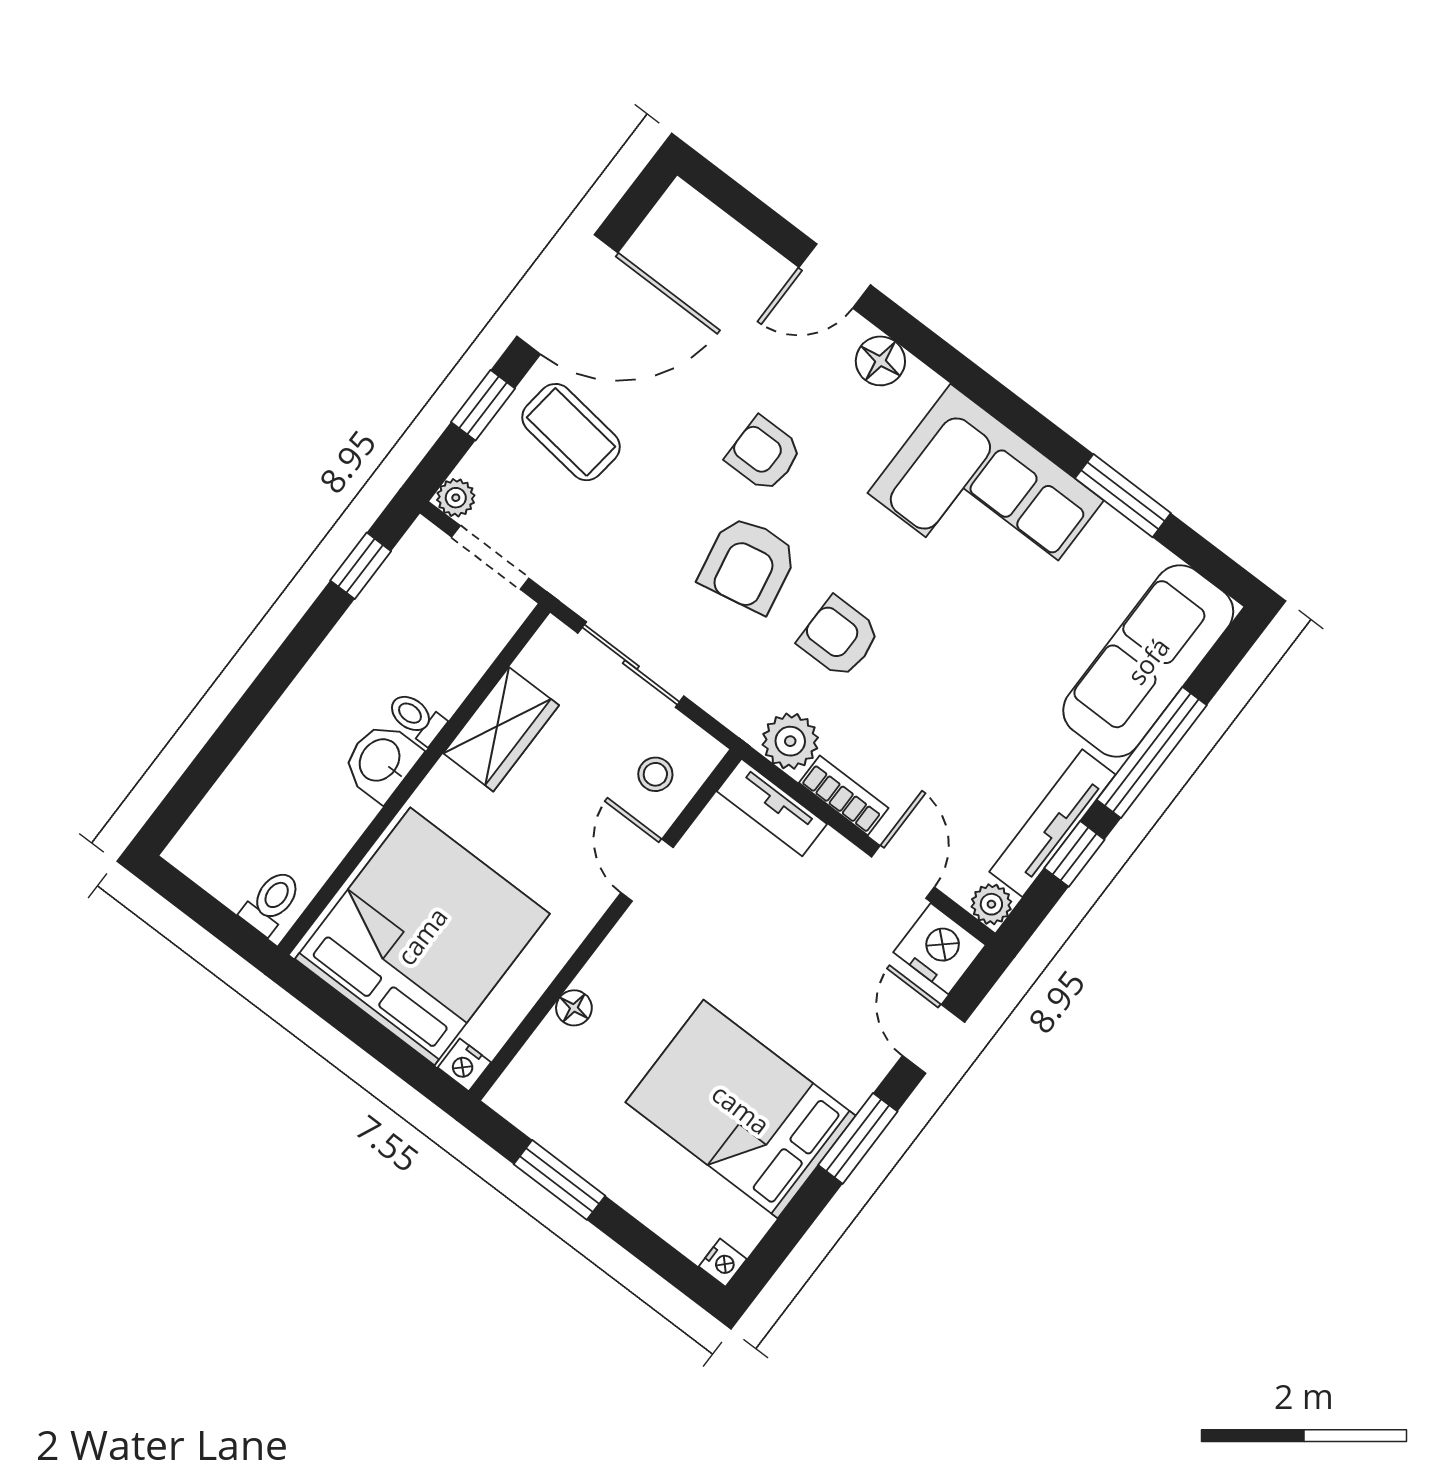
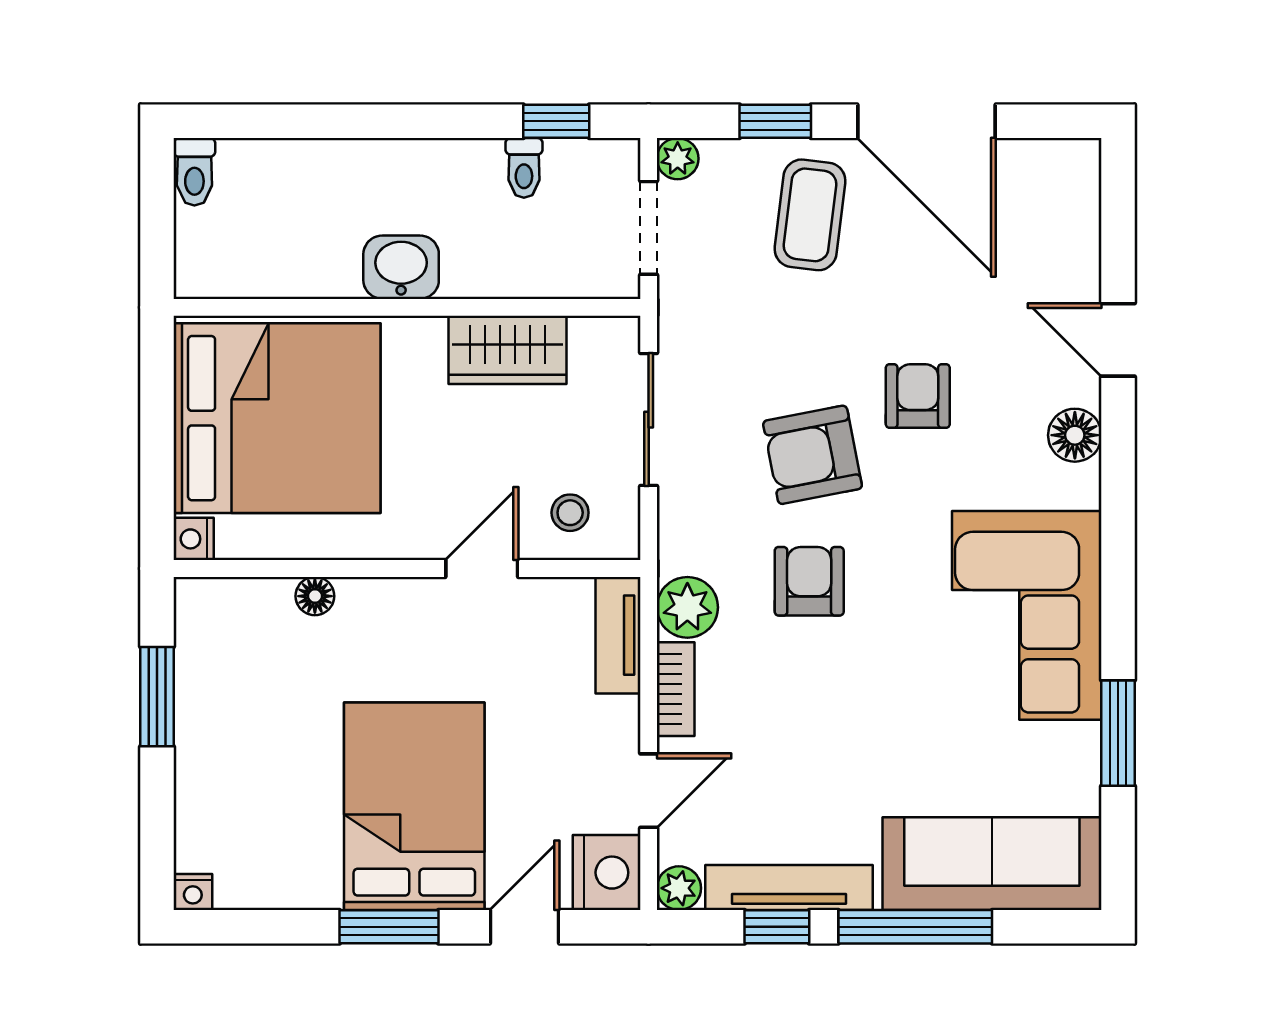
toilet: (416, 718) -> (524, 168), moved, turned 180
toilet: (271, 902) -> (194, 172), moved, turned 90
bed: (741, 1109) -> (414, 806), moved

